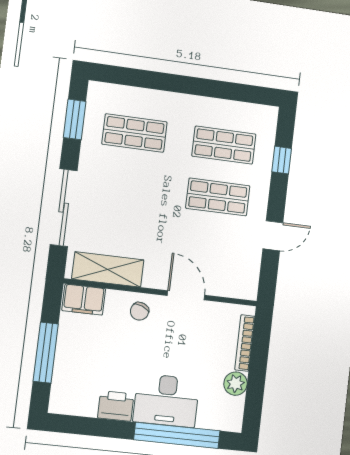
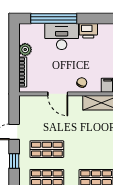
window: (282, 160) -> (14, 161), moved

